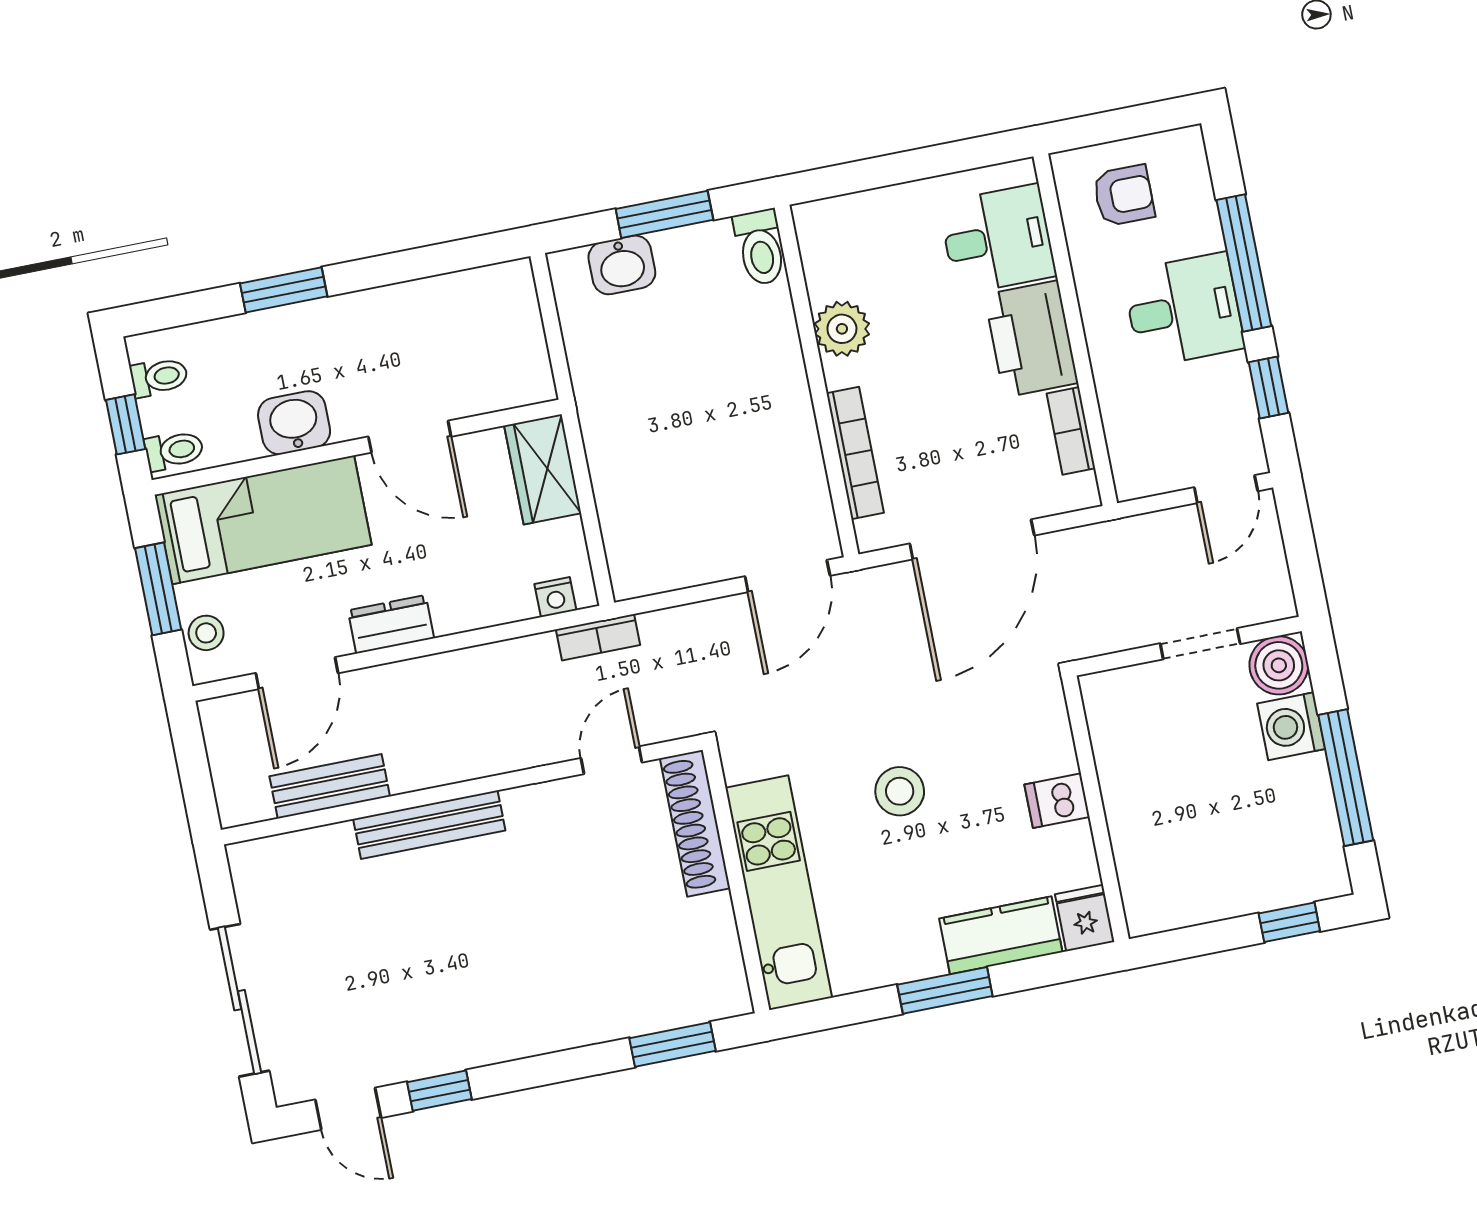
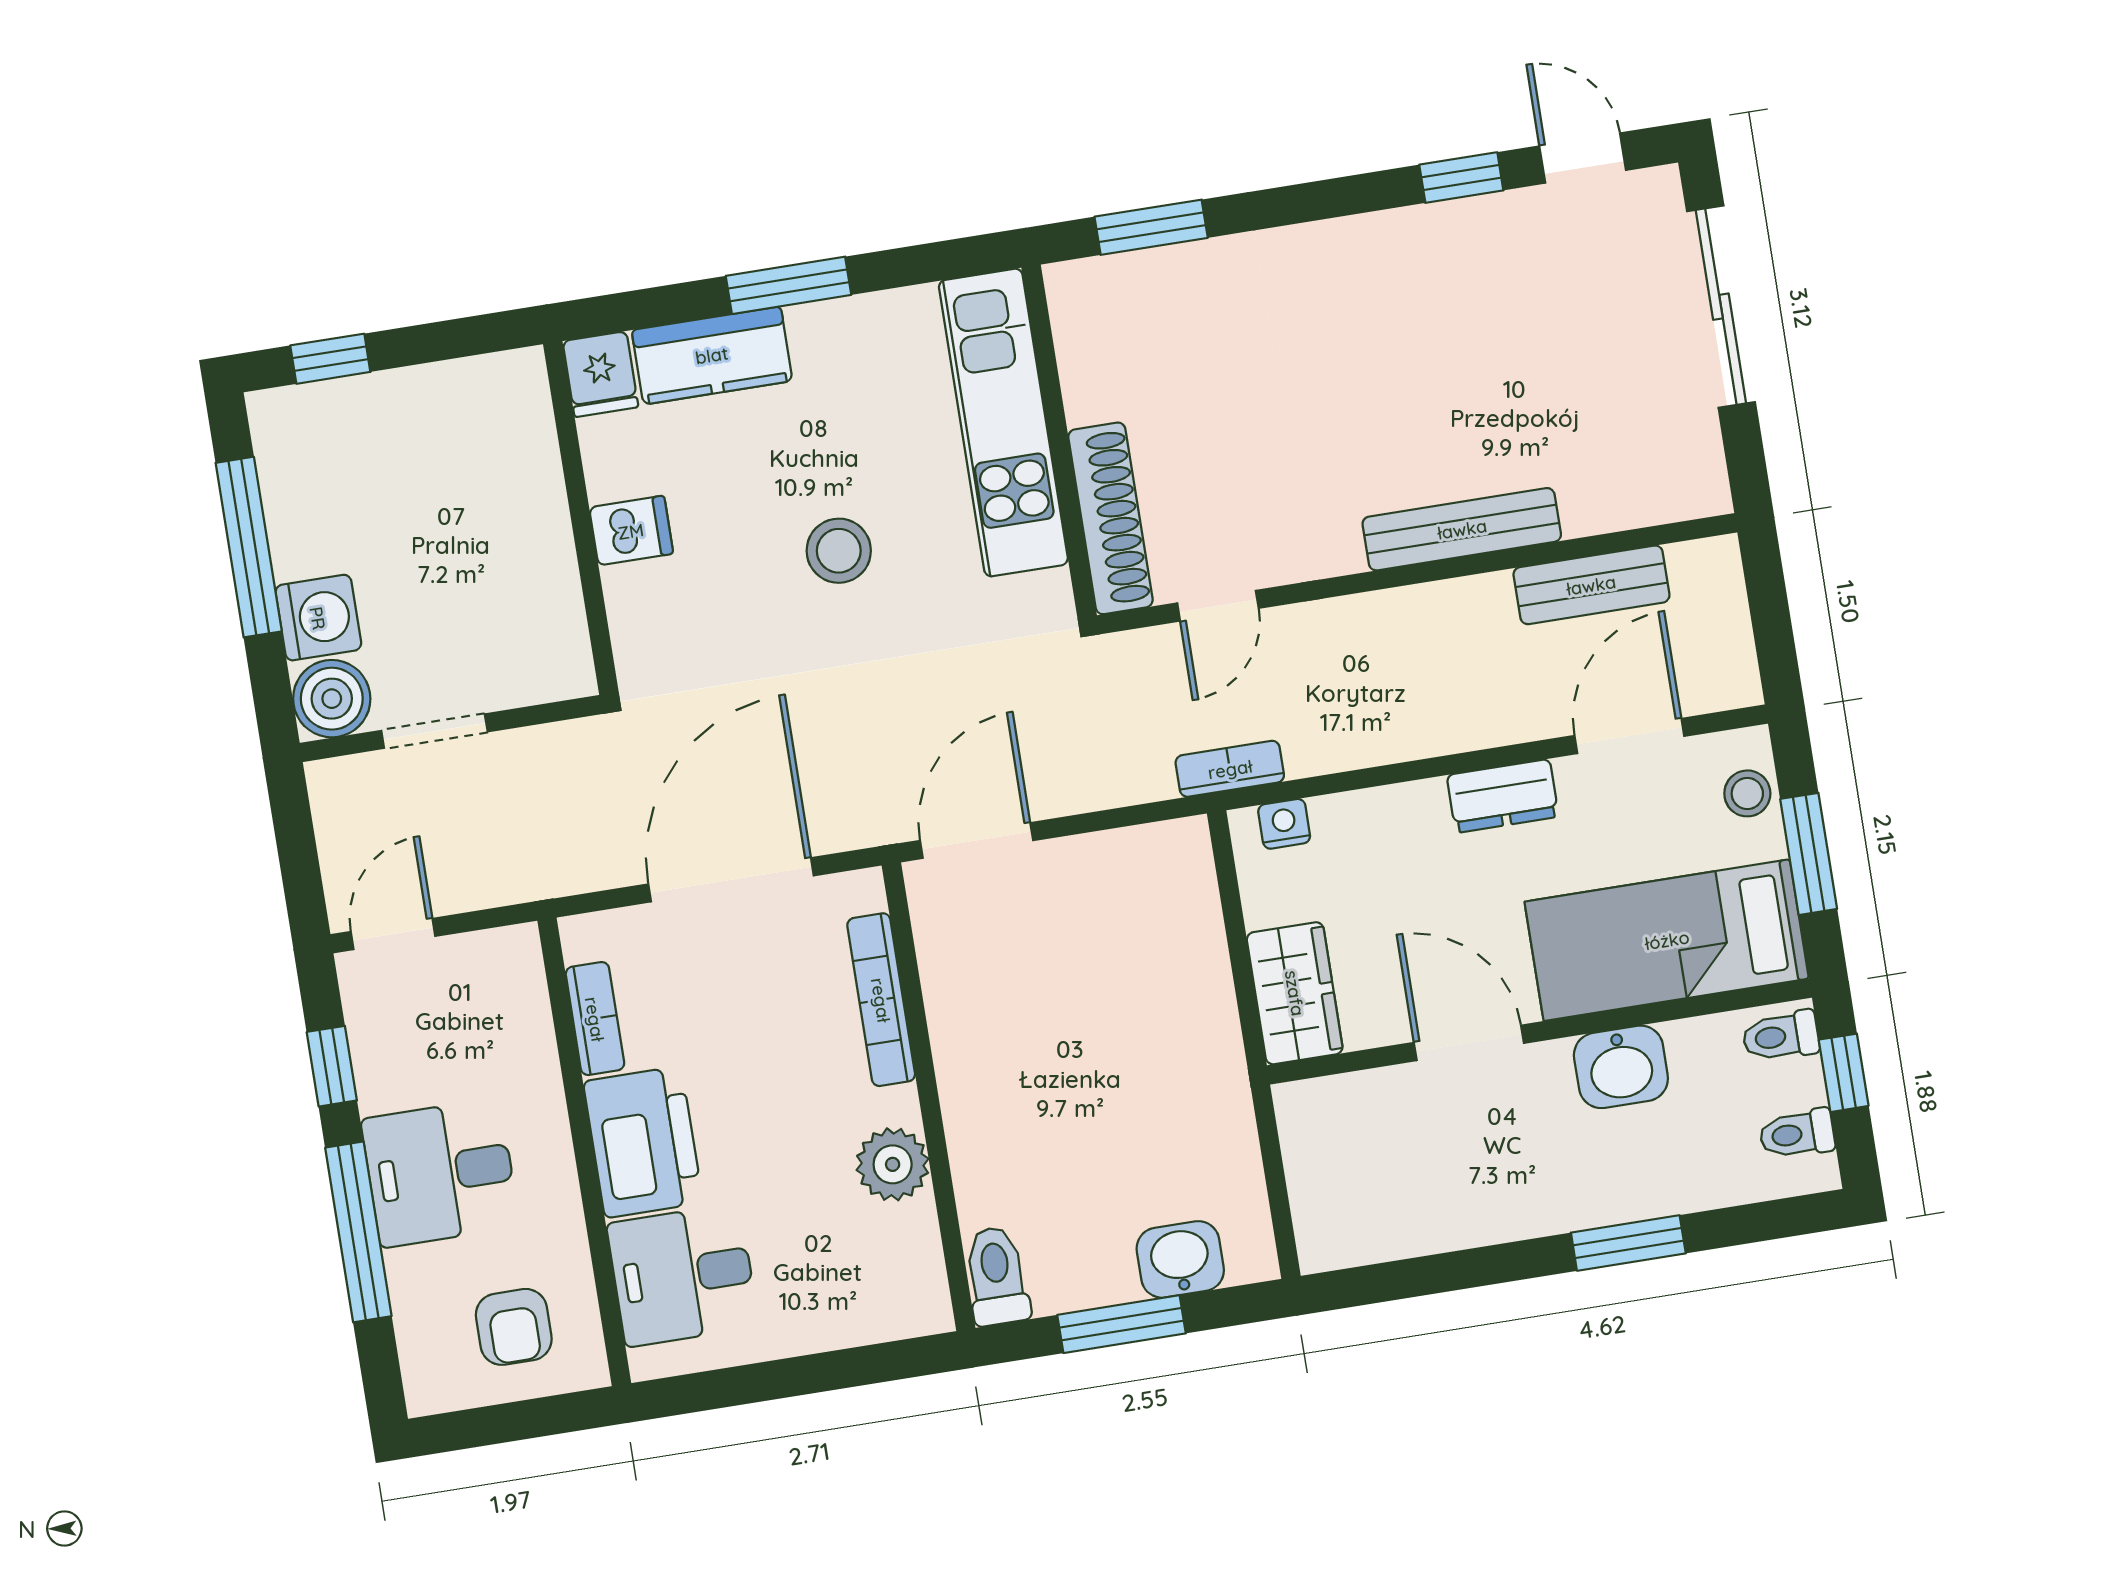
armchair: (1124, 195) -> (514, 1327), turned -90

